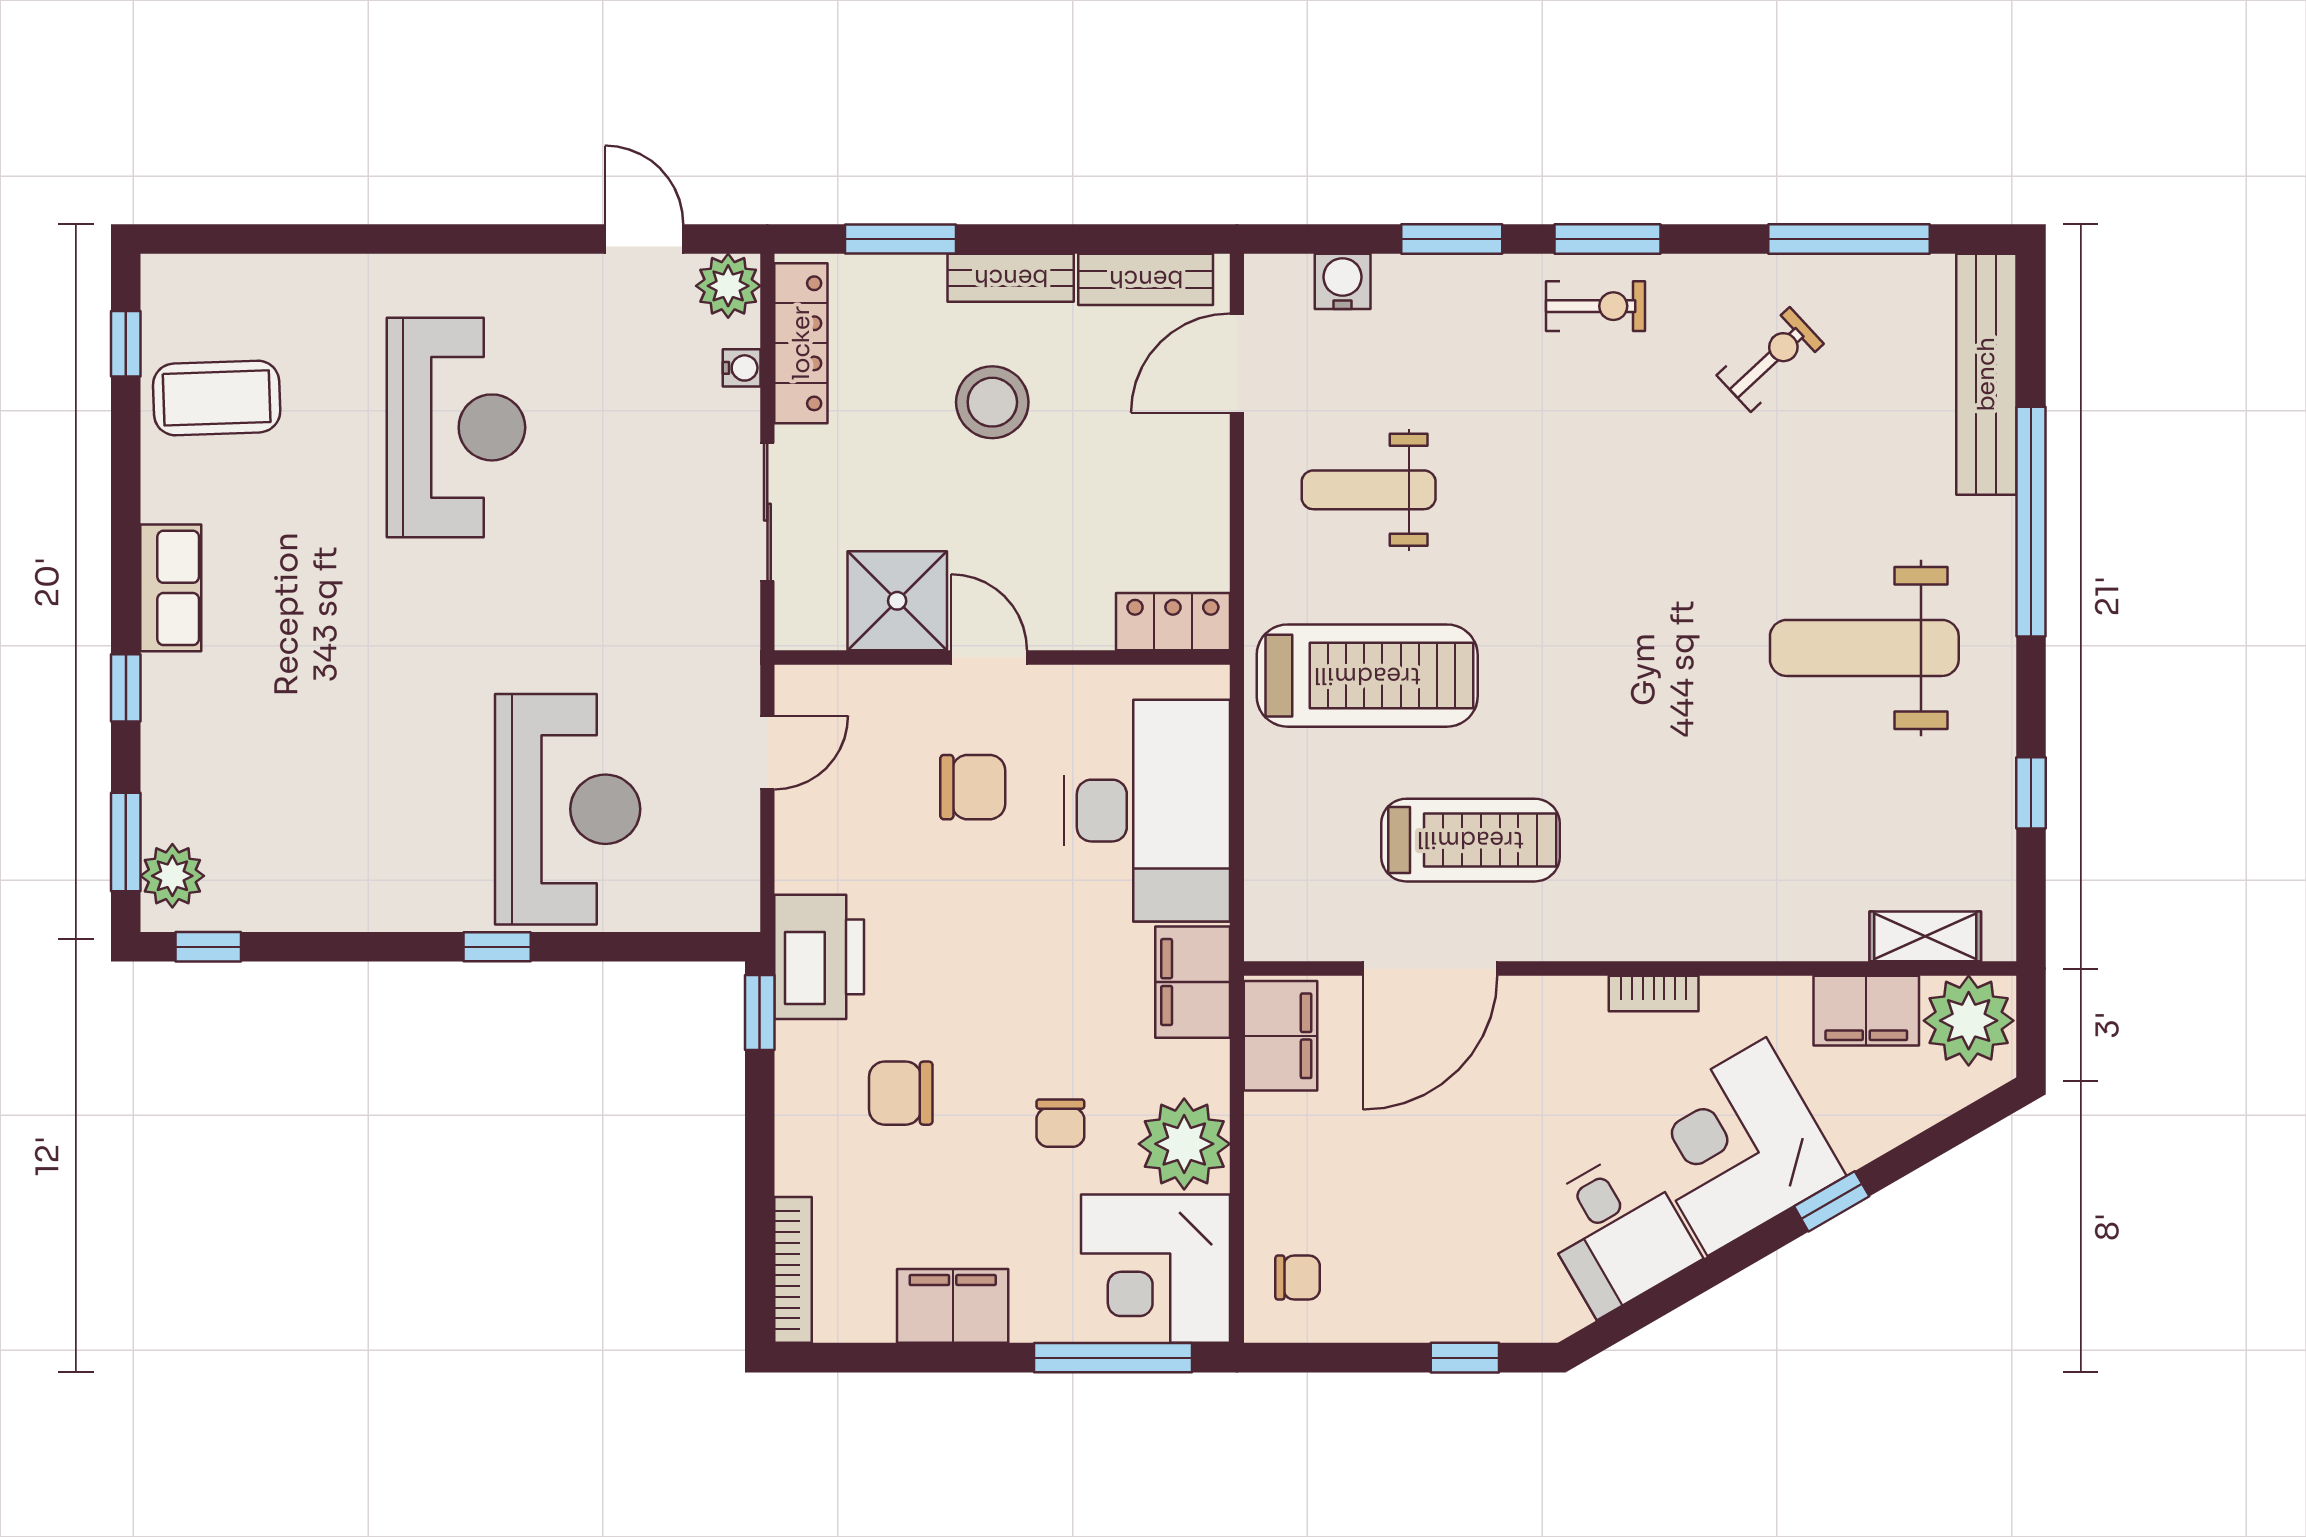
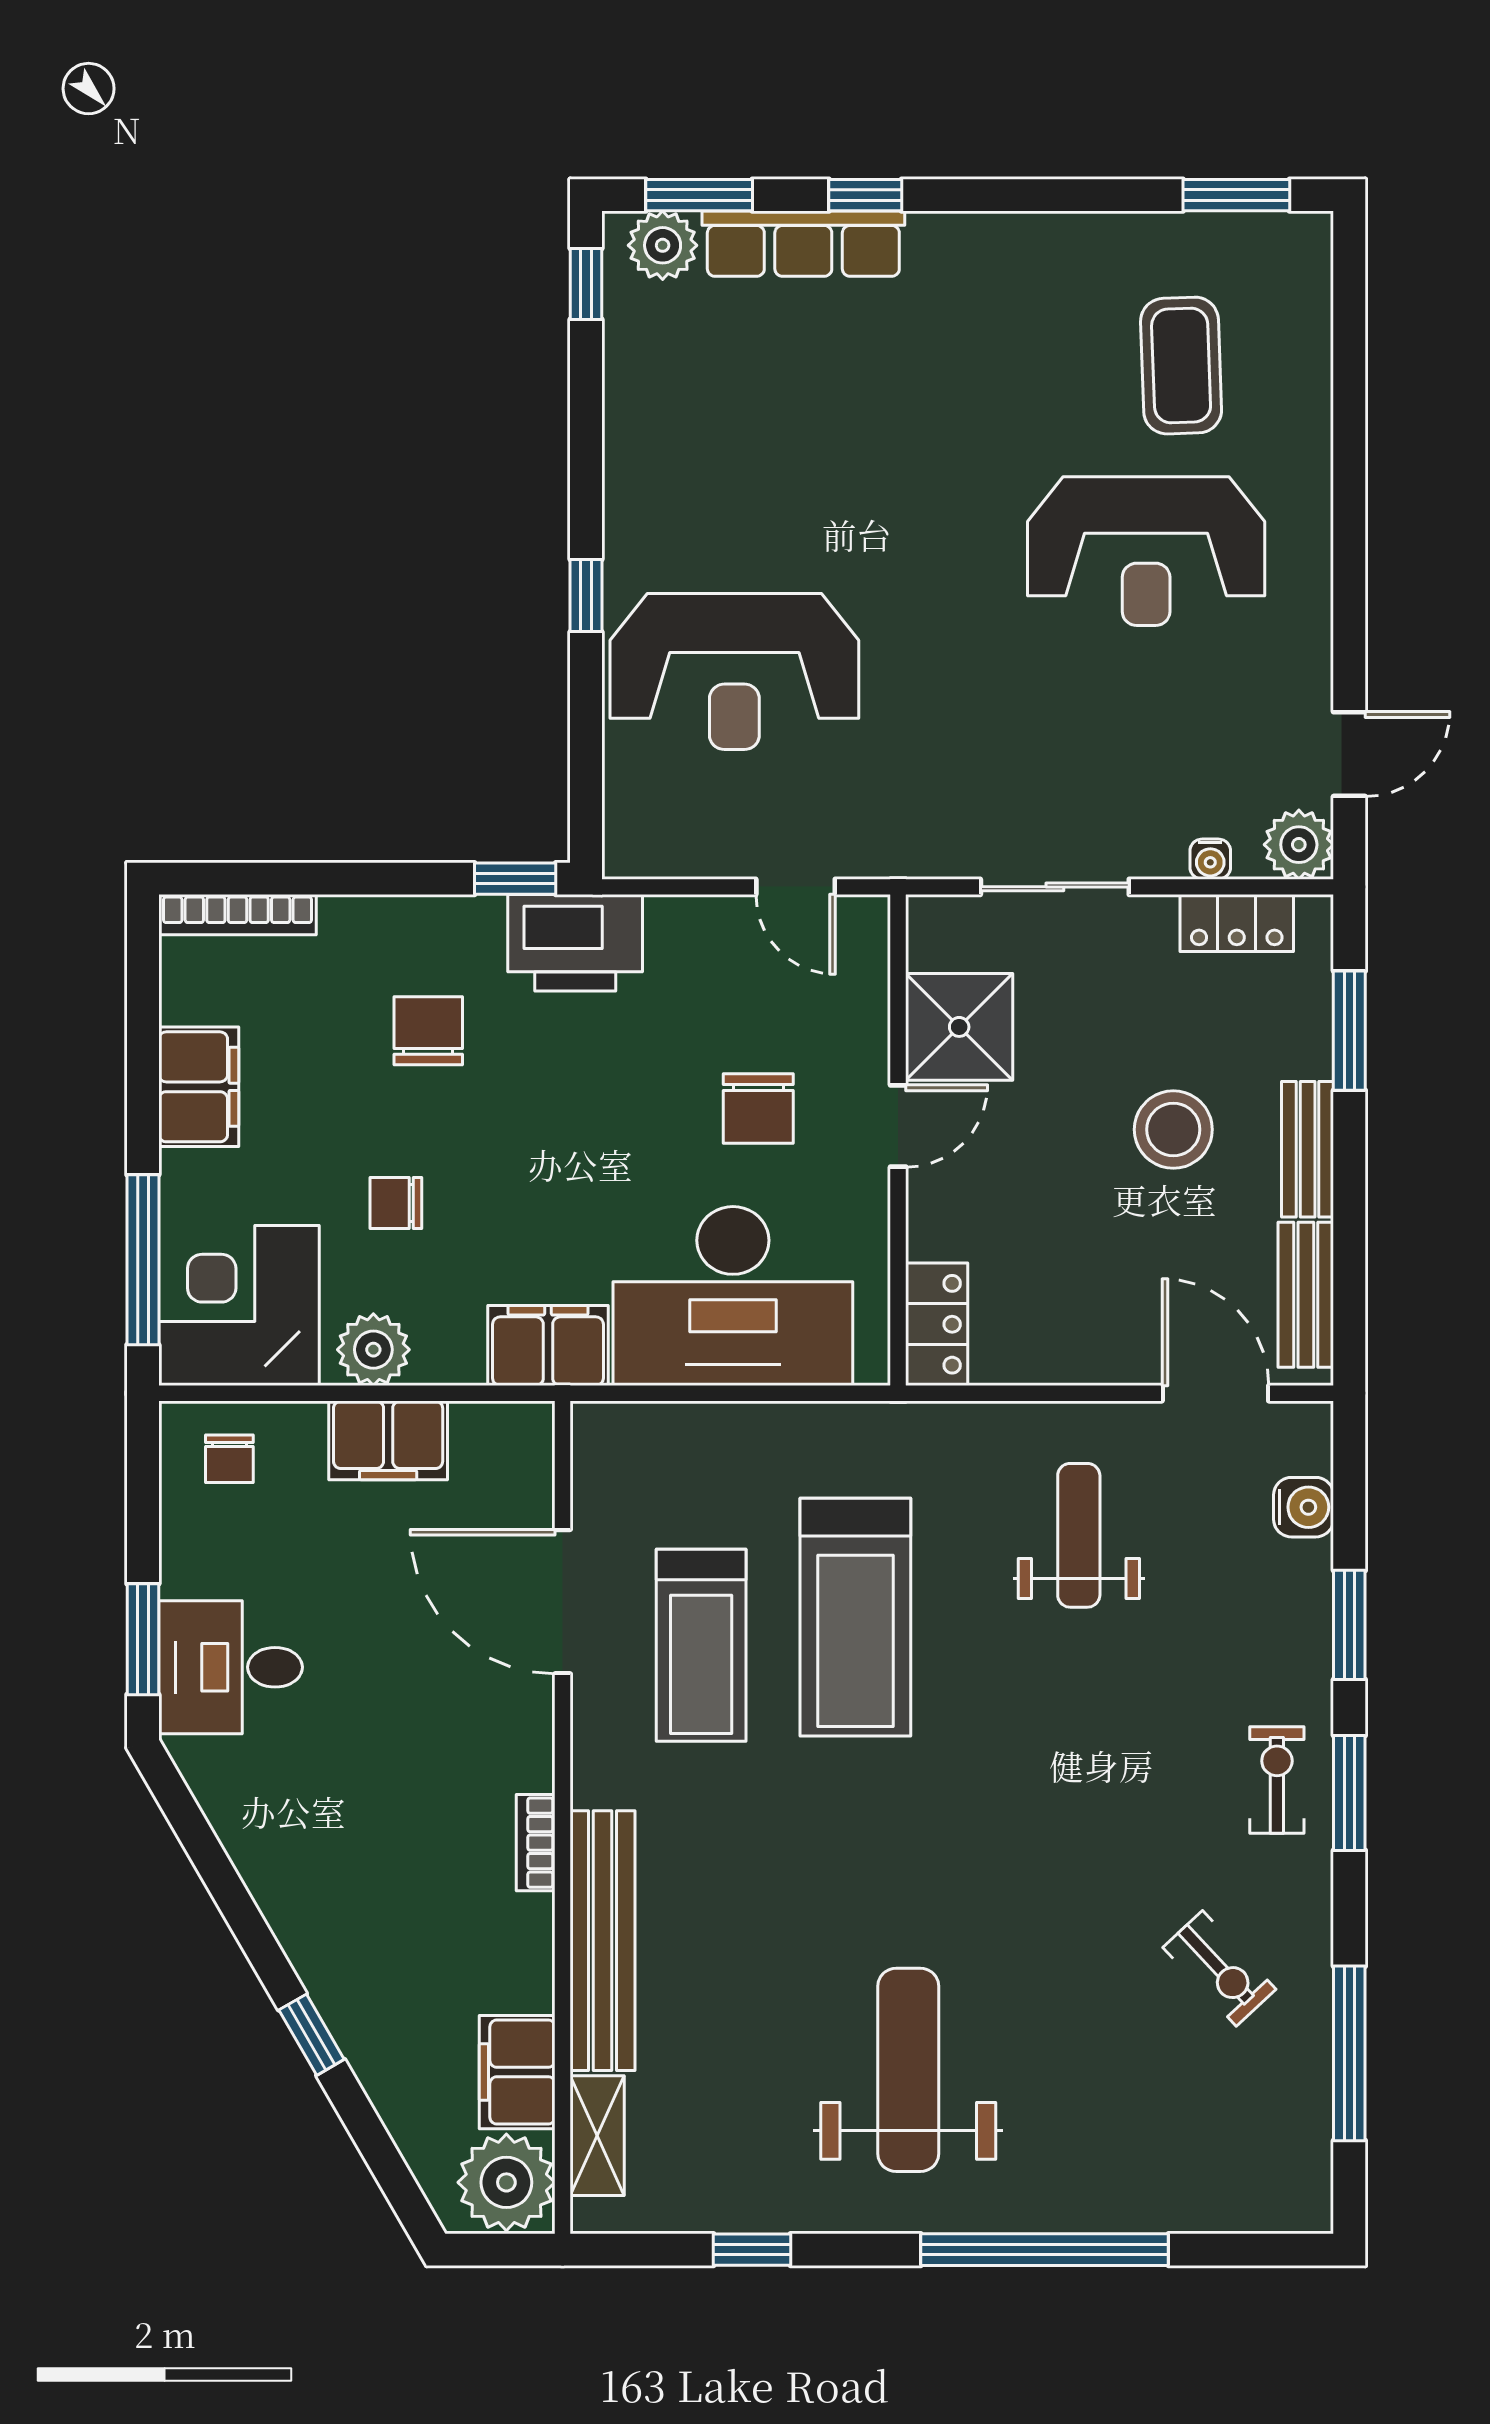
exercise bike: (1596, 306) -> (1277, 1780), turned 180
locker: (801, 343) -> (1237, 923), width x0.66
window: (126, 344) -> (1236, 195), width x1.50
bench: (1986, 374) -> (603, 1941), moved, turned 90
coffee table: (217, 398) -> (1181, 366), moved
row of seats: (171, 588) -> (803, 244), moved, width x1.48
treadmill: (1367, 676) -> (855, 1617), moved
filing cabinet: (1280, 1036) -> (388, 1440), moved
plant: (1184, 1144) -> (373, 1350), width x0.73, depth x0.73
corner desk: (1737, 1147) -> (371, 1932), removed
desk: (1617, 1232) -> (231, 1667), moved, turned 30
window: (1465, 1358) -> (143, 1639), width x1.50

